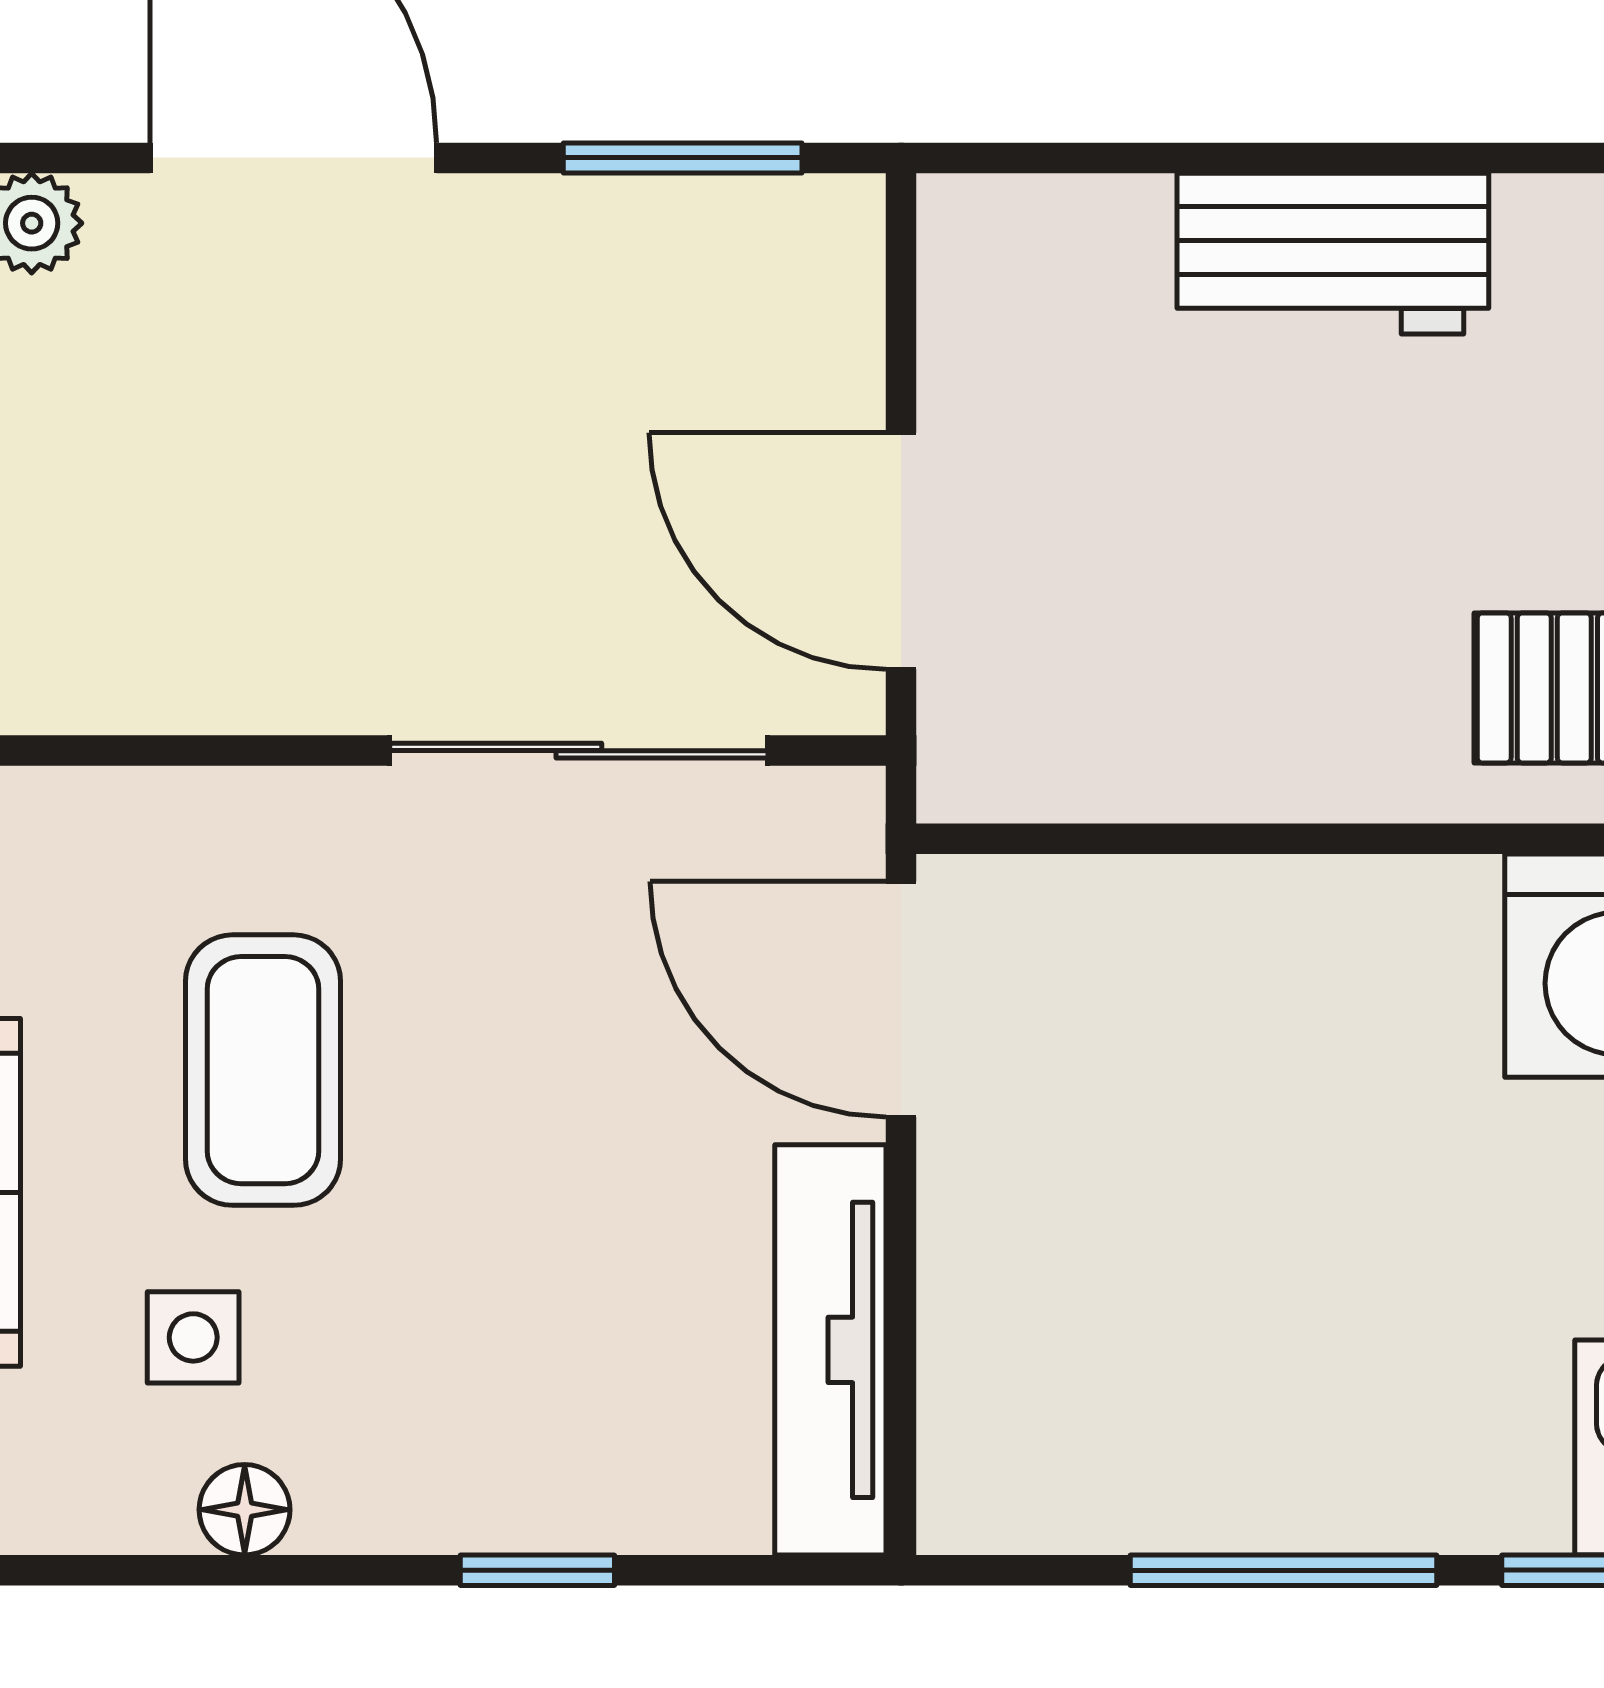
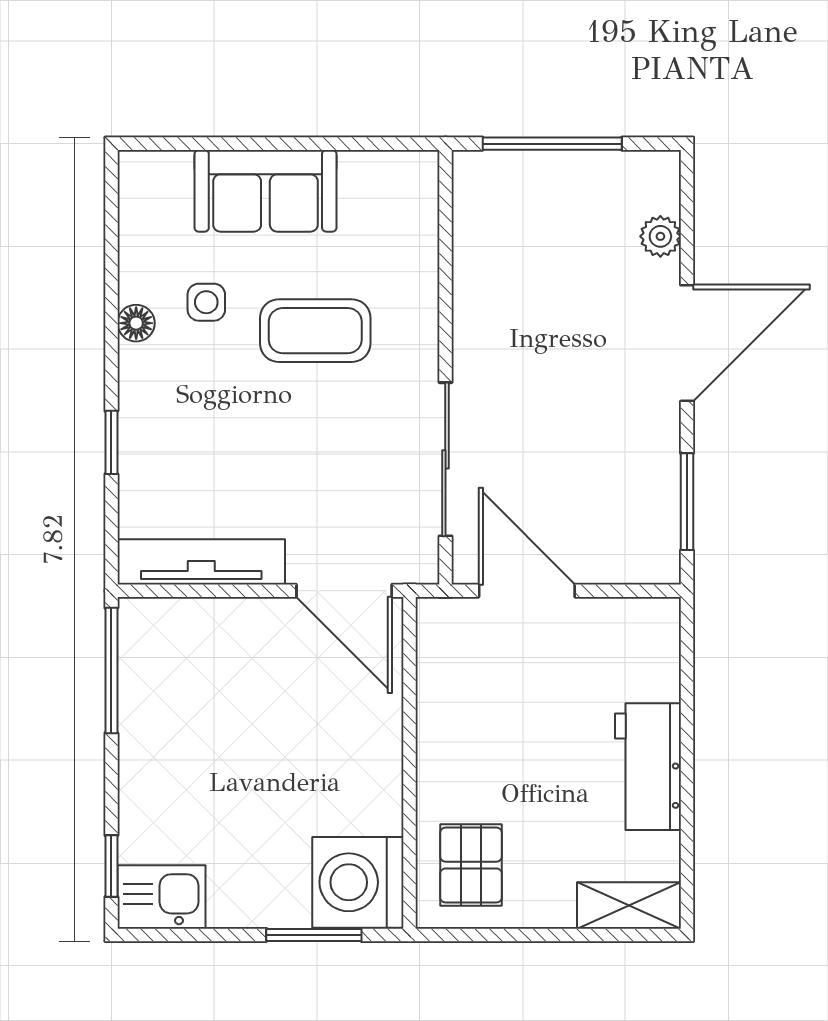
door: (901, 551) -> (527, 591), hinge flipped
door: (901, 999) -> (344, 591), swing flipped
window: (1284, 1570) -> (111, 670), moved

